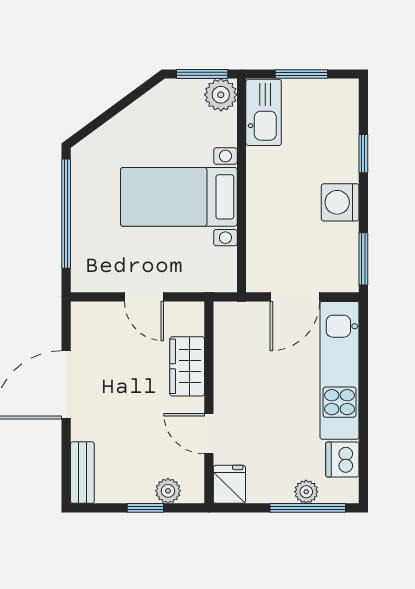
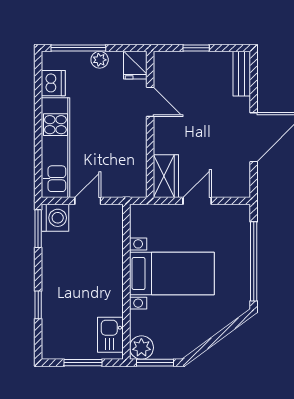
kitchen sink: (264, 112) -> (110, 335), width x0.73
washing machine: (340, 202) -> (55, 218), moved
door: (144, 297) -> (197, 201), hinge flipped
door: (295, 297) -> (88, 201), width x0.73
wardrobe: (187, 366) -> (166, 176), moved
plant: (168, 491) -> (180, 60), removed
plant: (306, 492) -> (100, 60), moved

